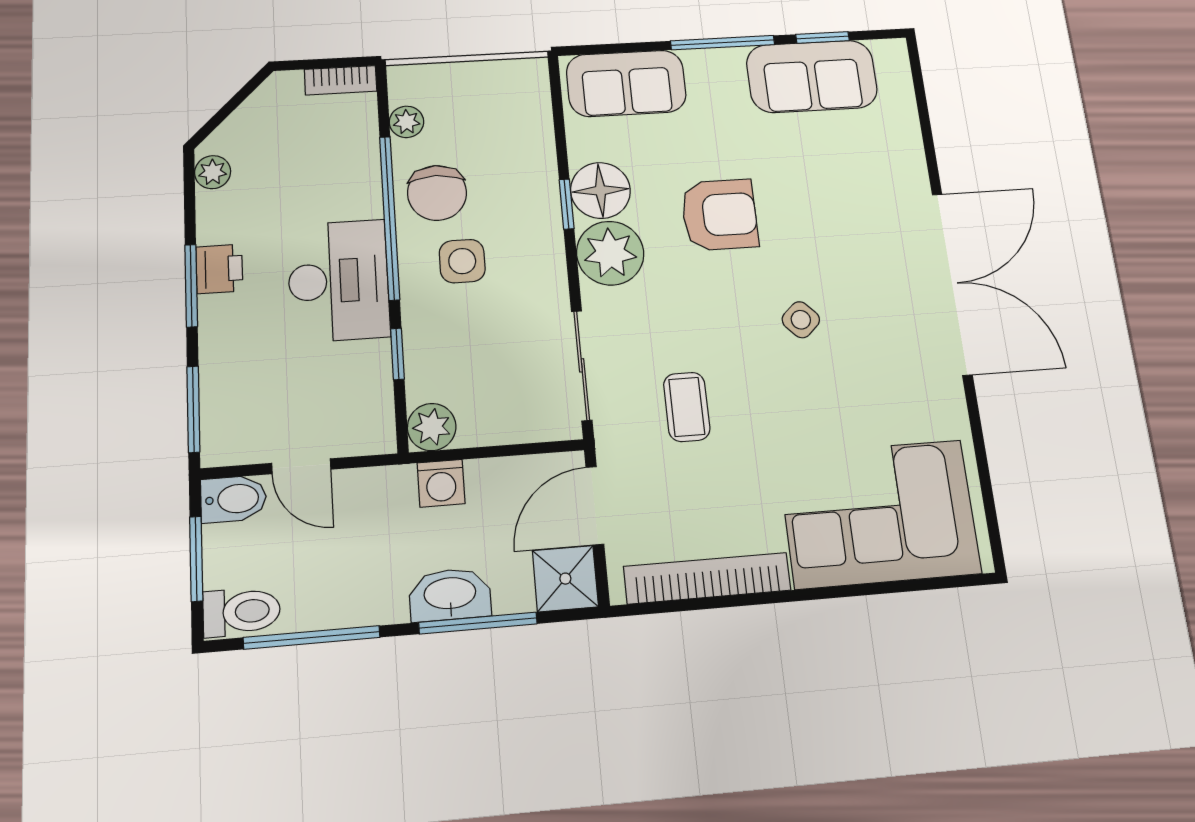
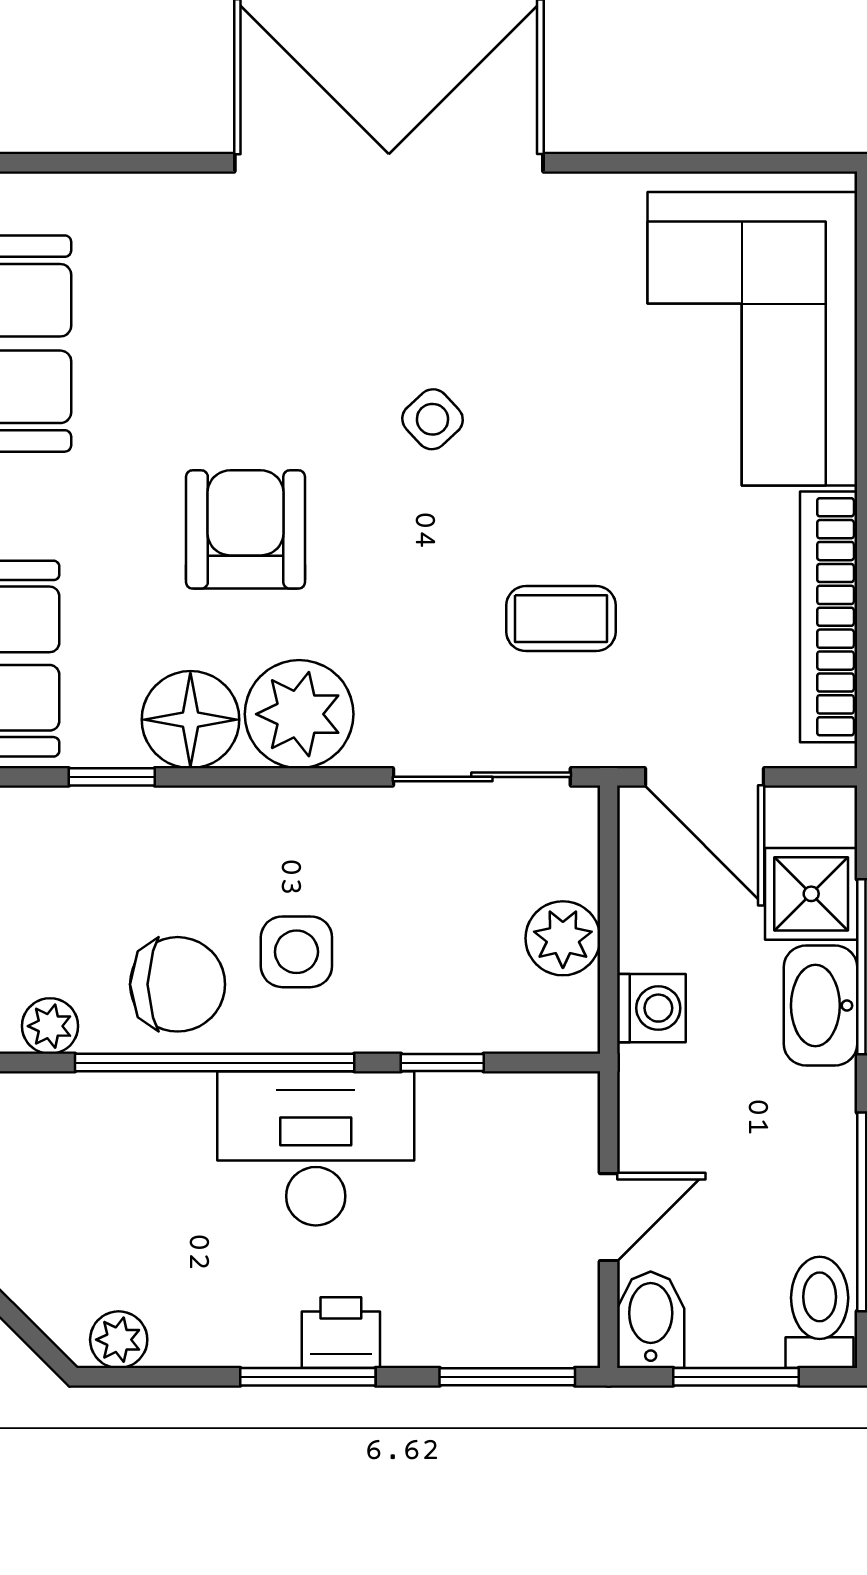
window: (567, 204) -> (112, 777), moved
printer: (219, 269) -> (341, 1333), moved
plant: (432, 427) -> (563, 938), moved
shower: (565, 579) -> (811, 894), moved

